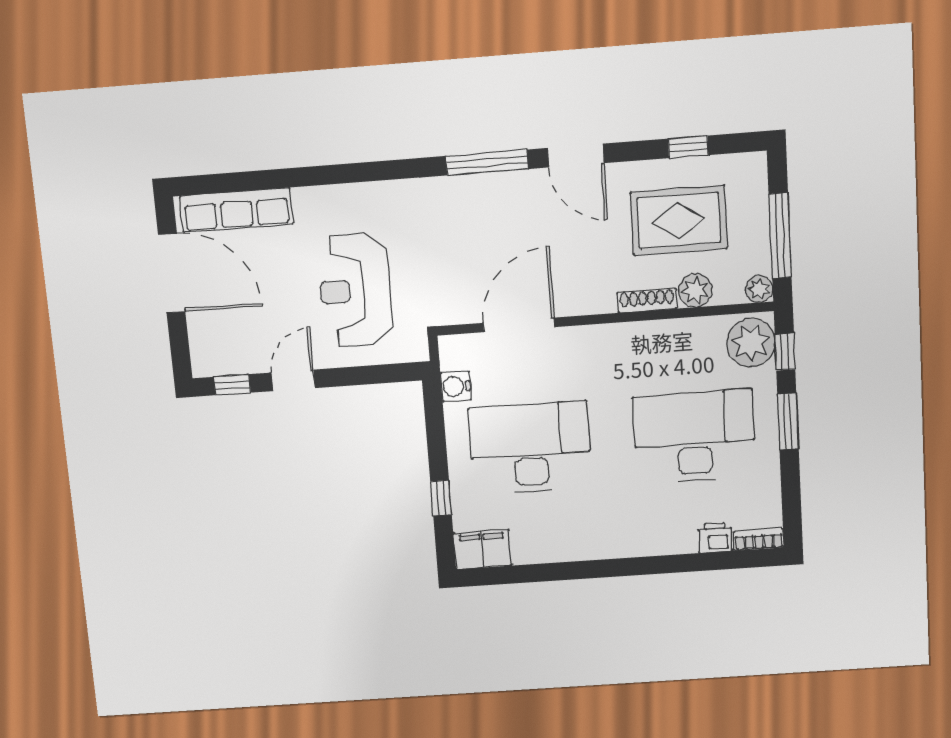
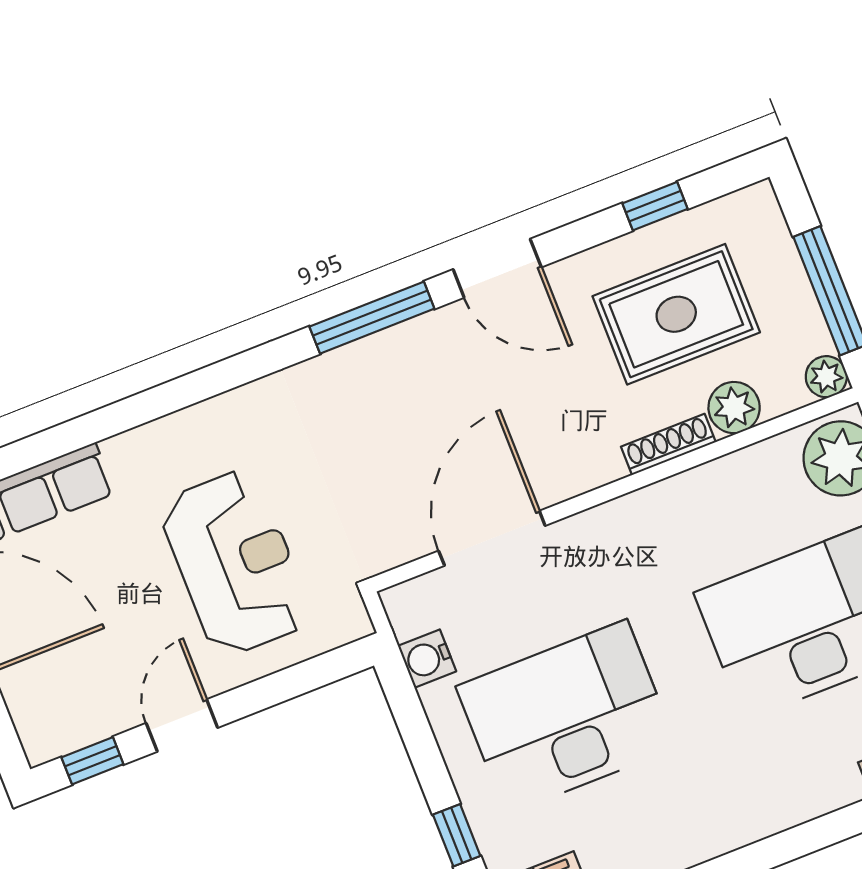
reception desk: (355, 291) -> (235, 563), turned 180

